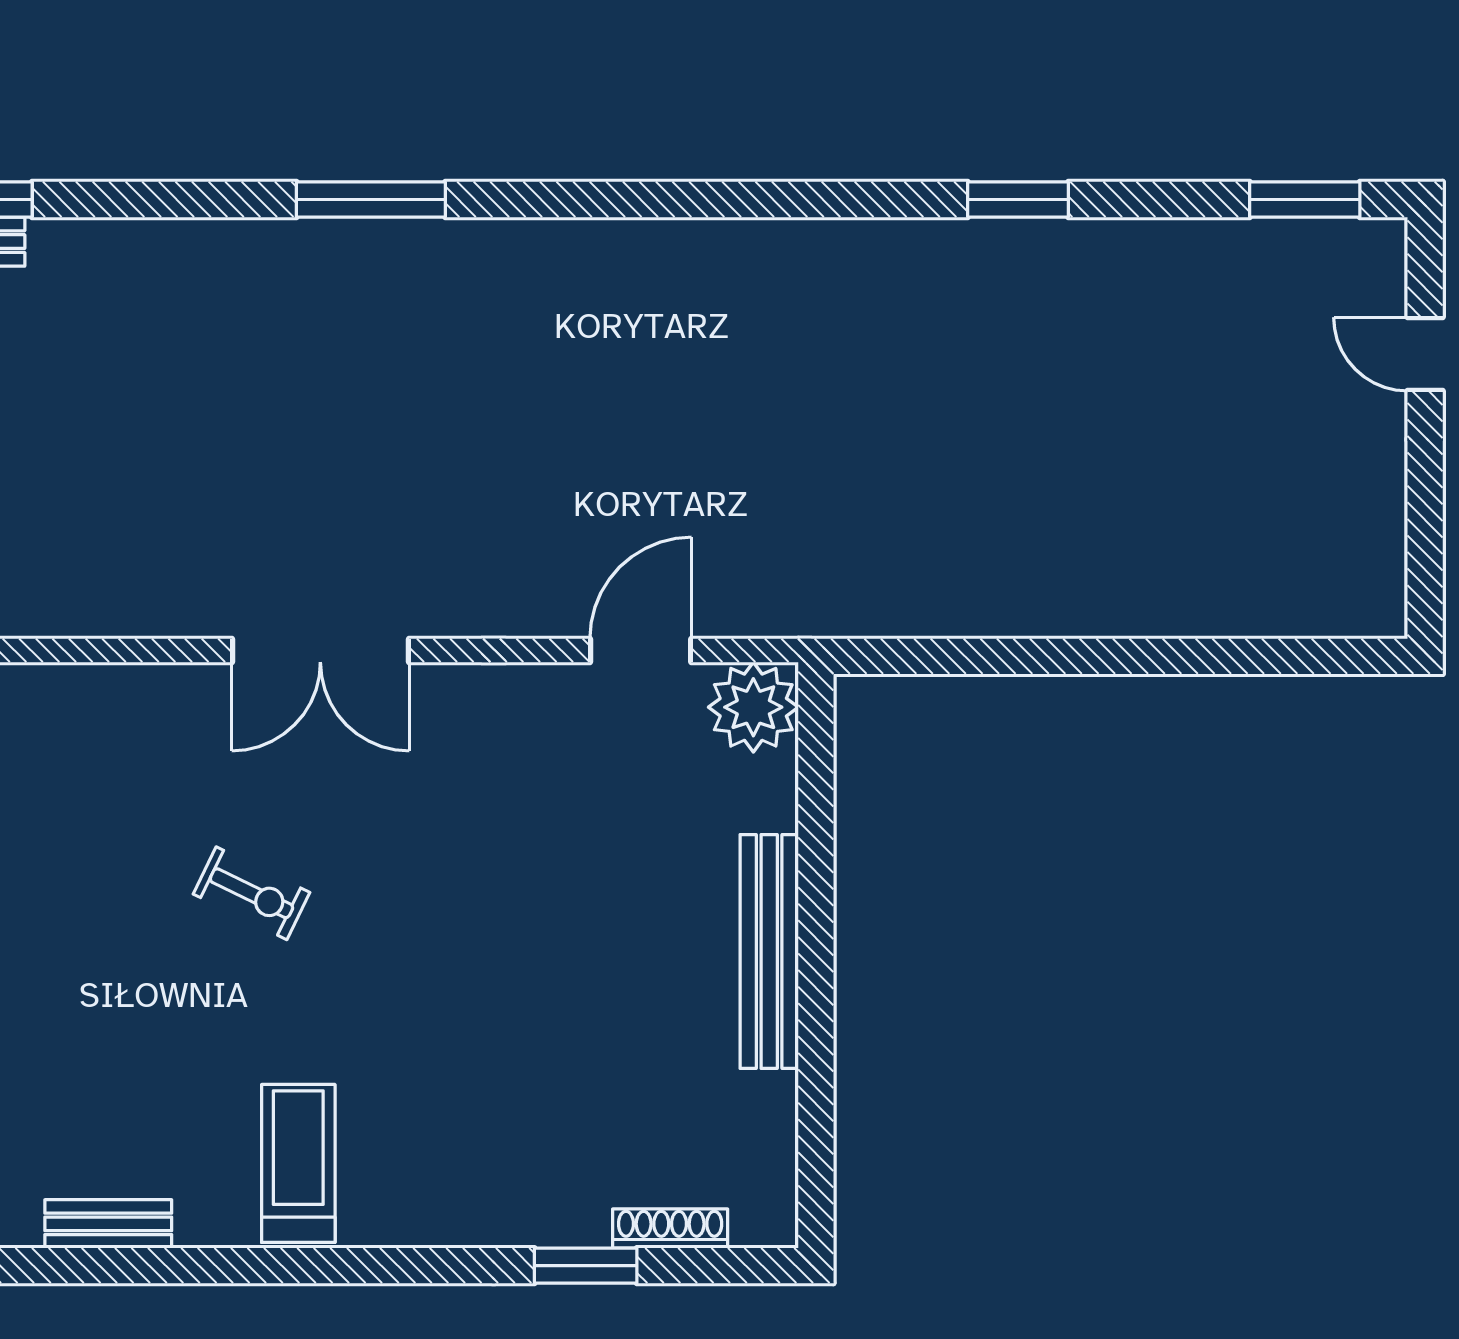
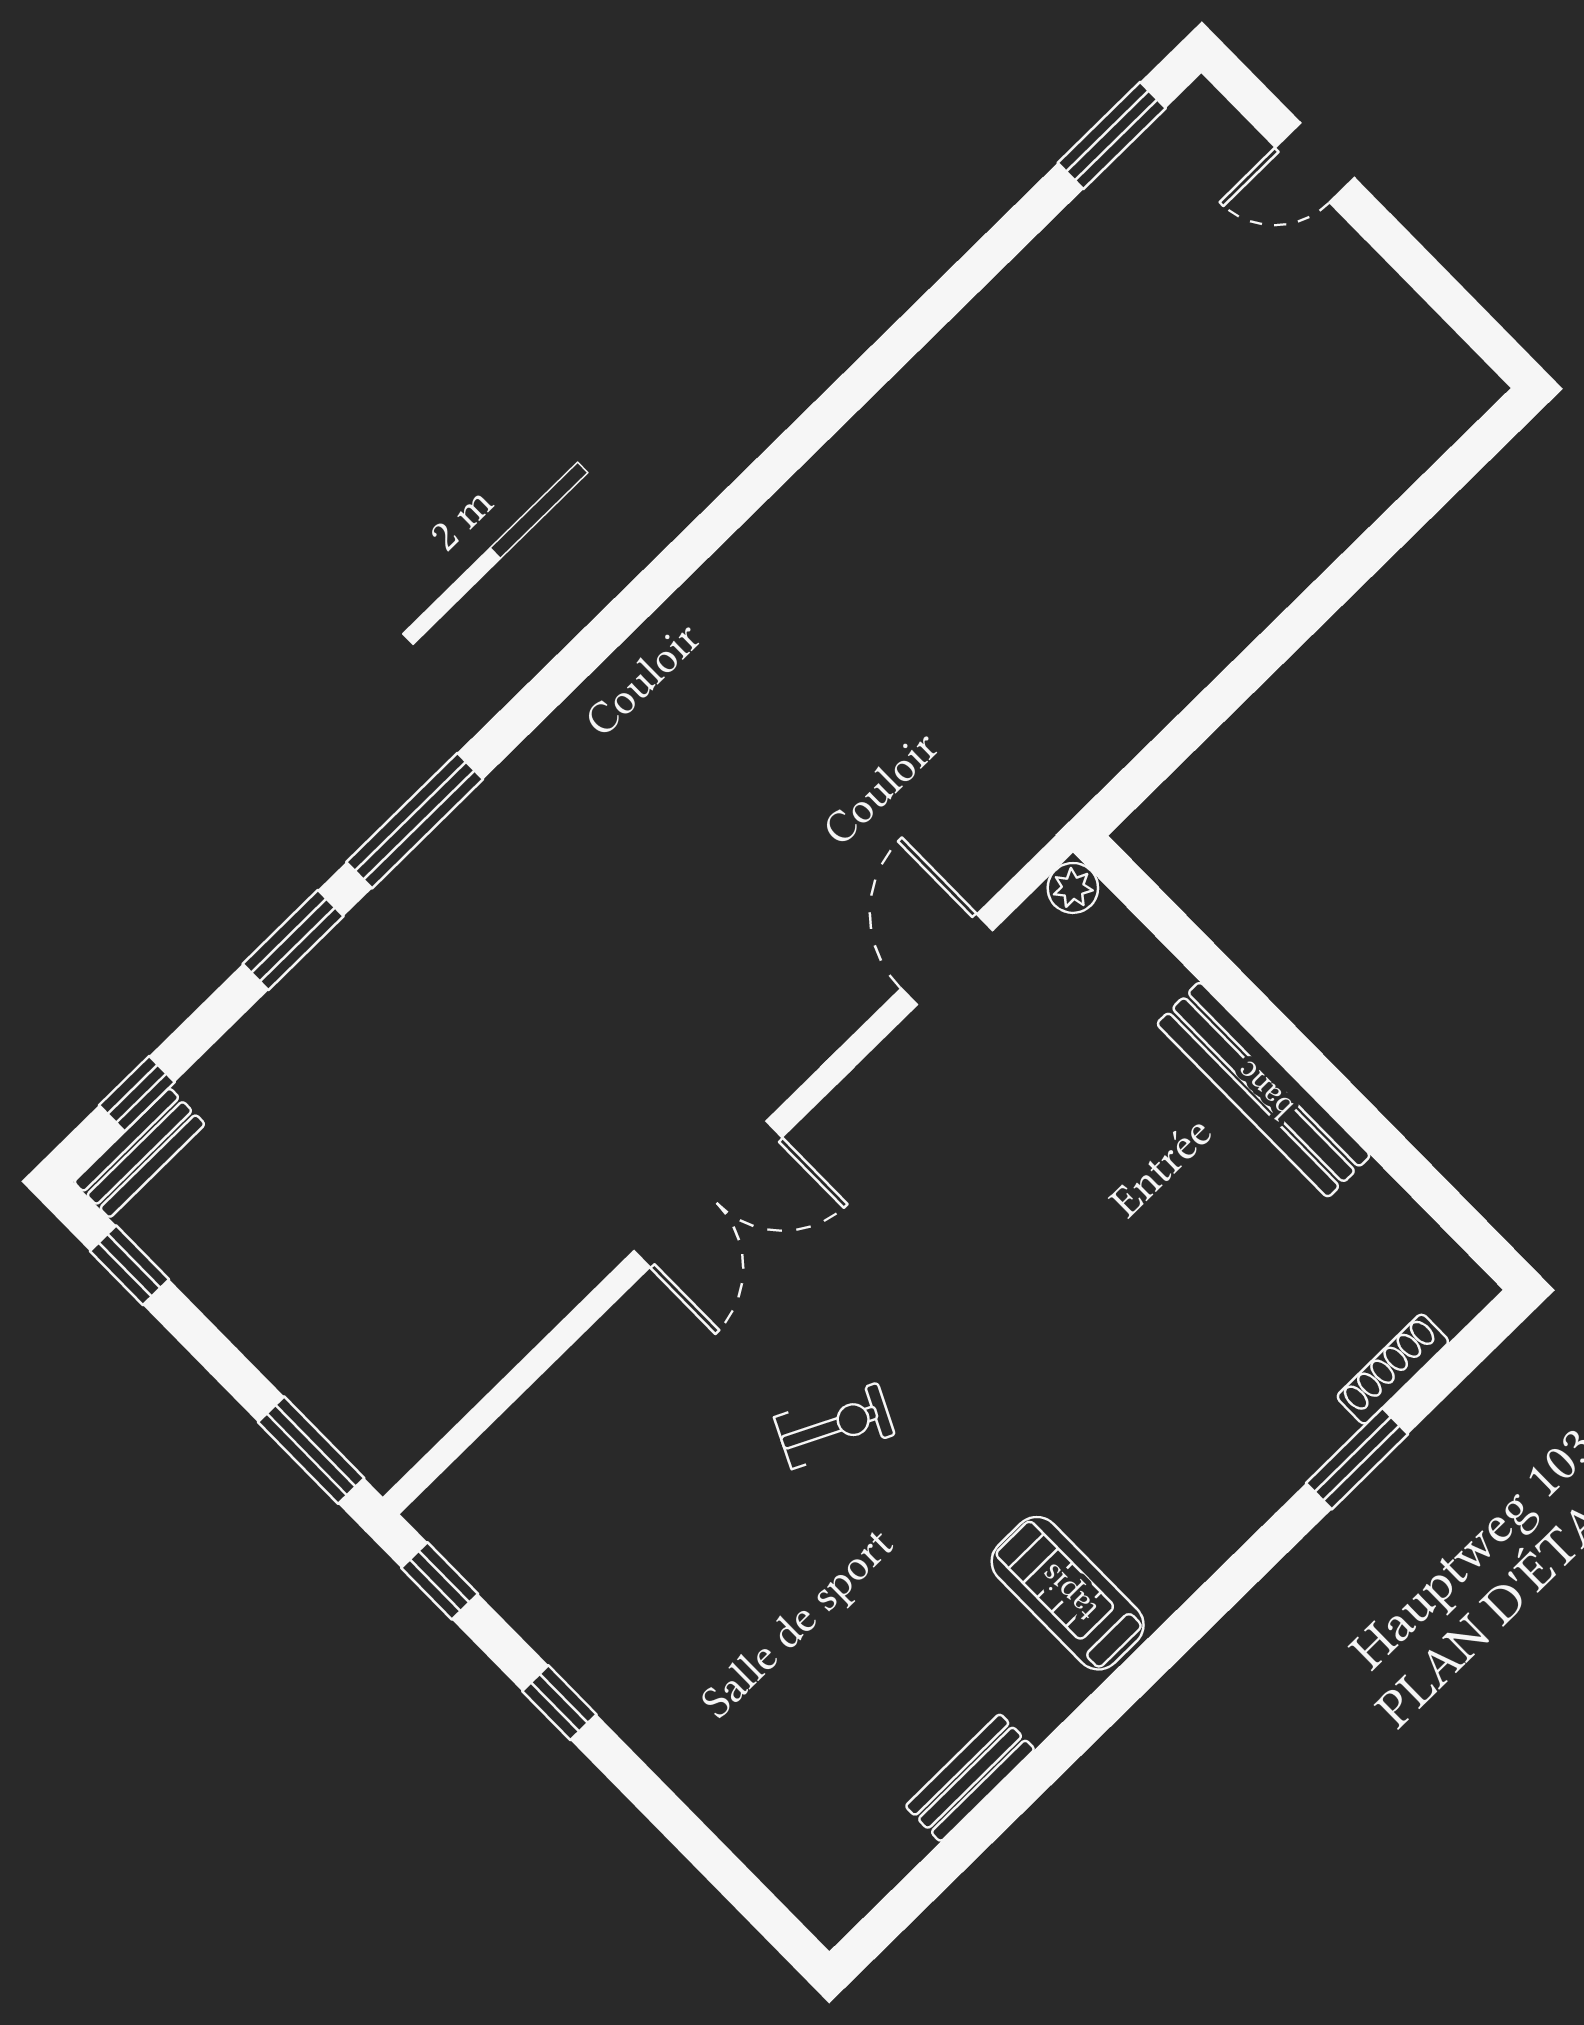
window: (1018, 199) -> (293, 940), moved
plant: (753, 707) -> (1073, 888), width x0.53, depth x0.53

